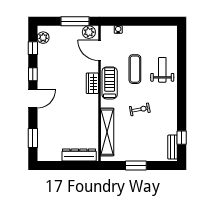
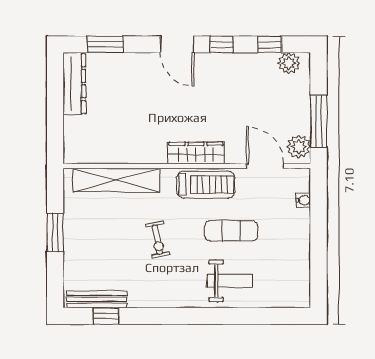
door: (99, 50) -> (265, 166), hinge flipped
wardrobe: (92, 83) -> (196, 153), width x1.50
bench: (173, 147) -> (97, 299), width x1.36
dresser: (79, 155) -> (74, 84), moved

